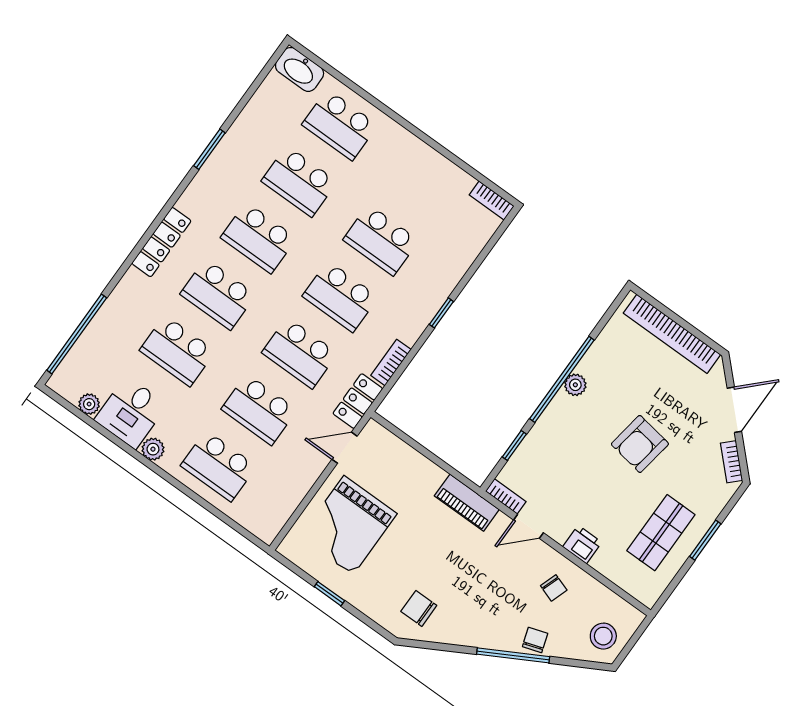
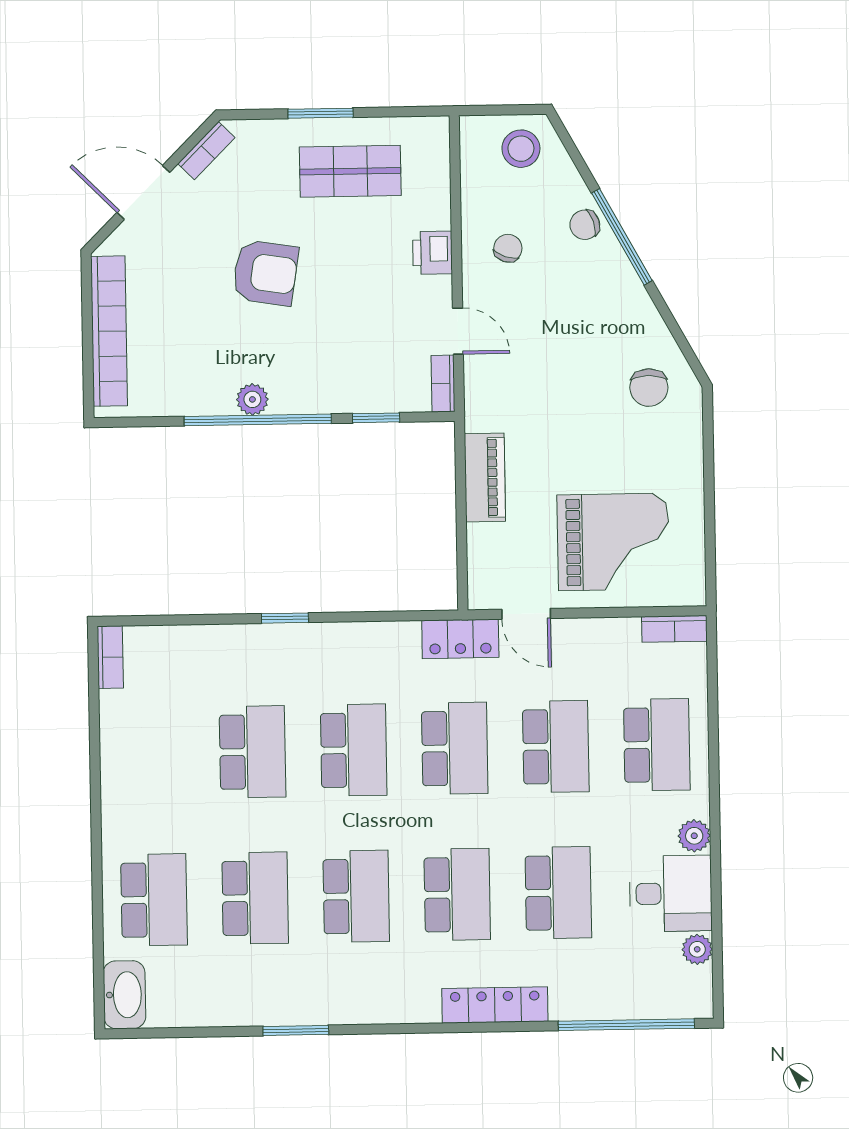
locker: (161, 242) -> (495, 1005), moved
bookcase: (391, 362) -> (674, 629), moved
piano: (467, 503) -> (485, 478), moved
window: (329, 594) -> (709, 505), removed

